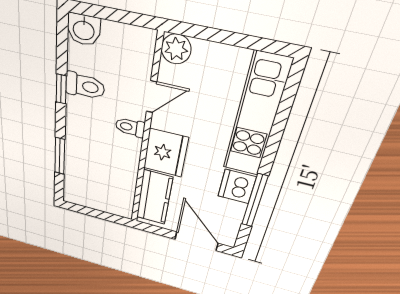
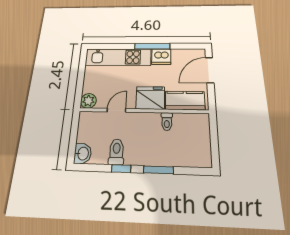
door: (152, 97) -> (116, 110), hinge flipped
toilet: (130, 127) -> (167, 122), moved
window: (60, 156) -> (158, 170), moved
window: (255, 201) -> (152, 46), moved

